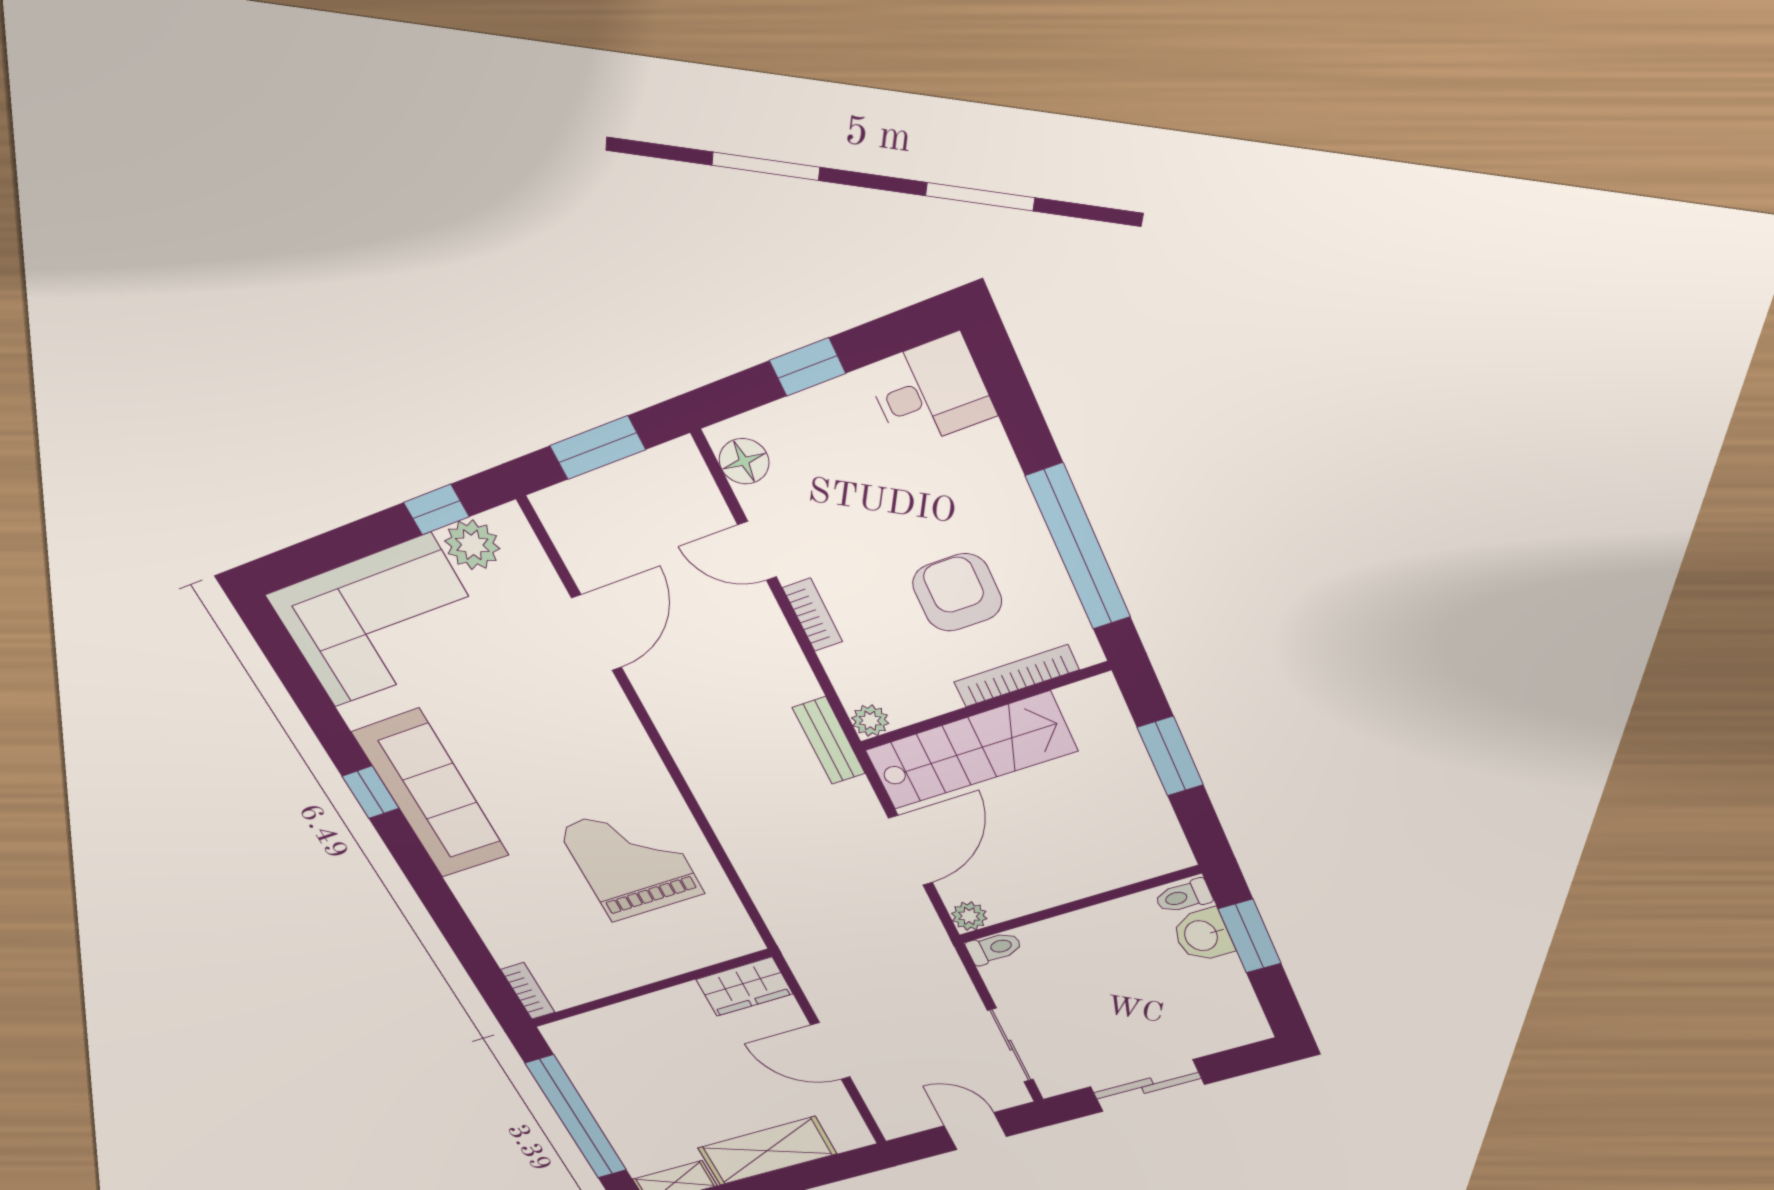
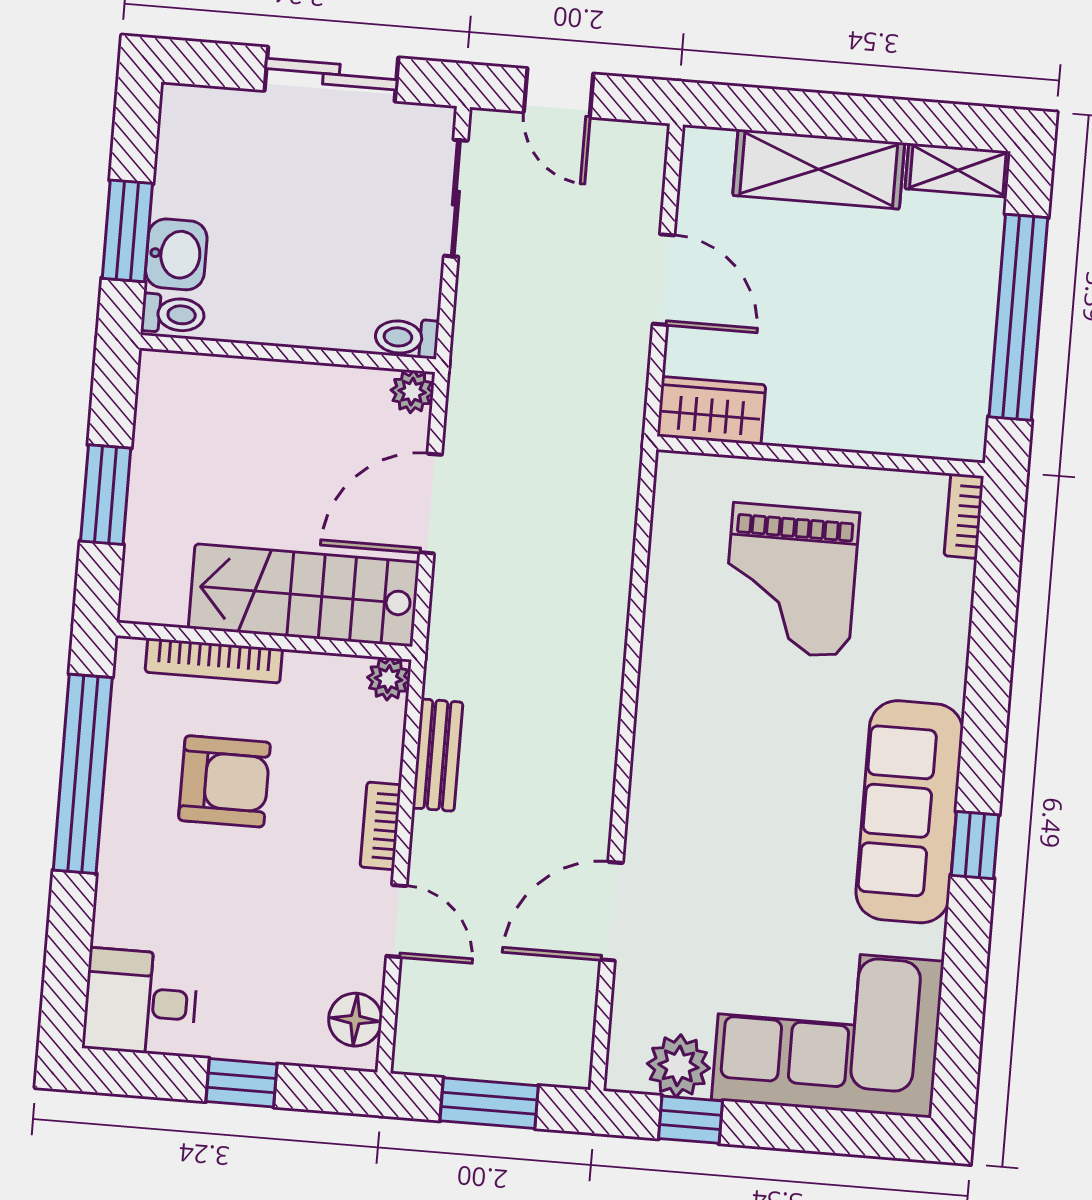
armchair: (957, 593) -> (224, 781), turned -90
bench: (829, 741) -> (437, 755), moved
grand piano: (631, 861) -> (791, 580), moved

